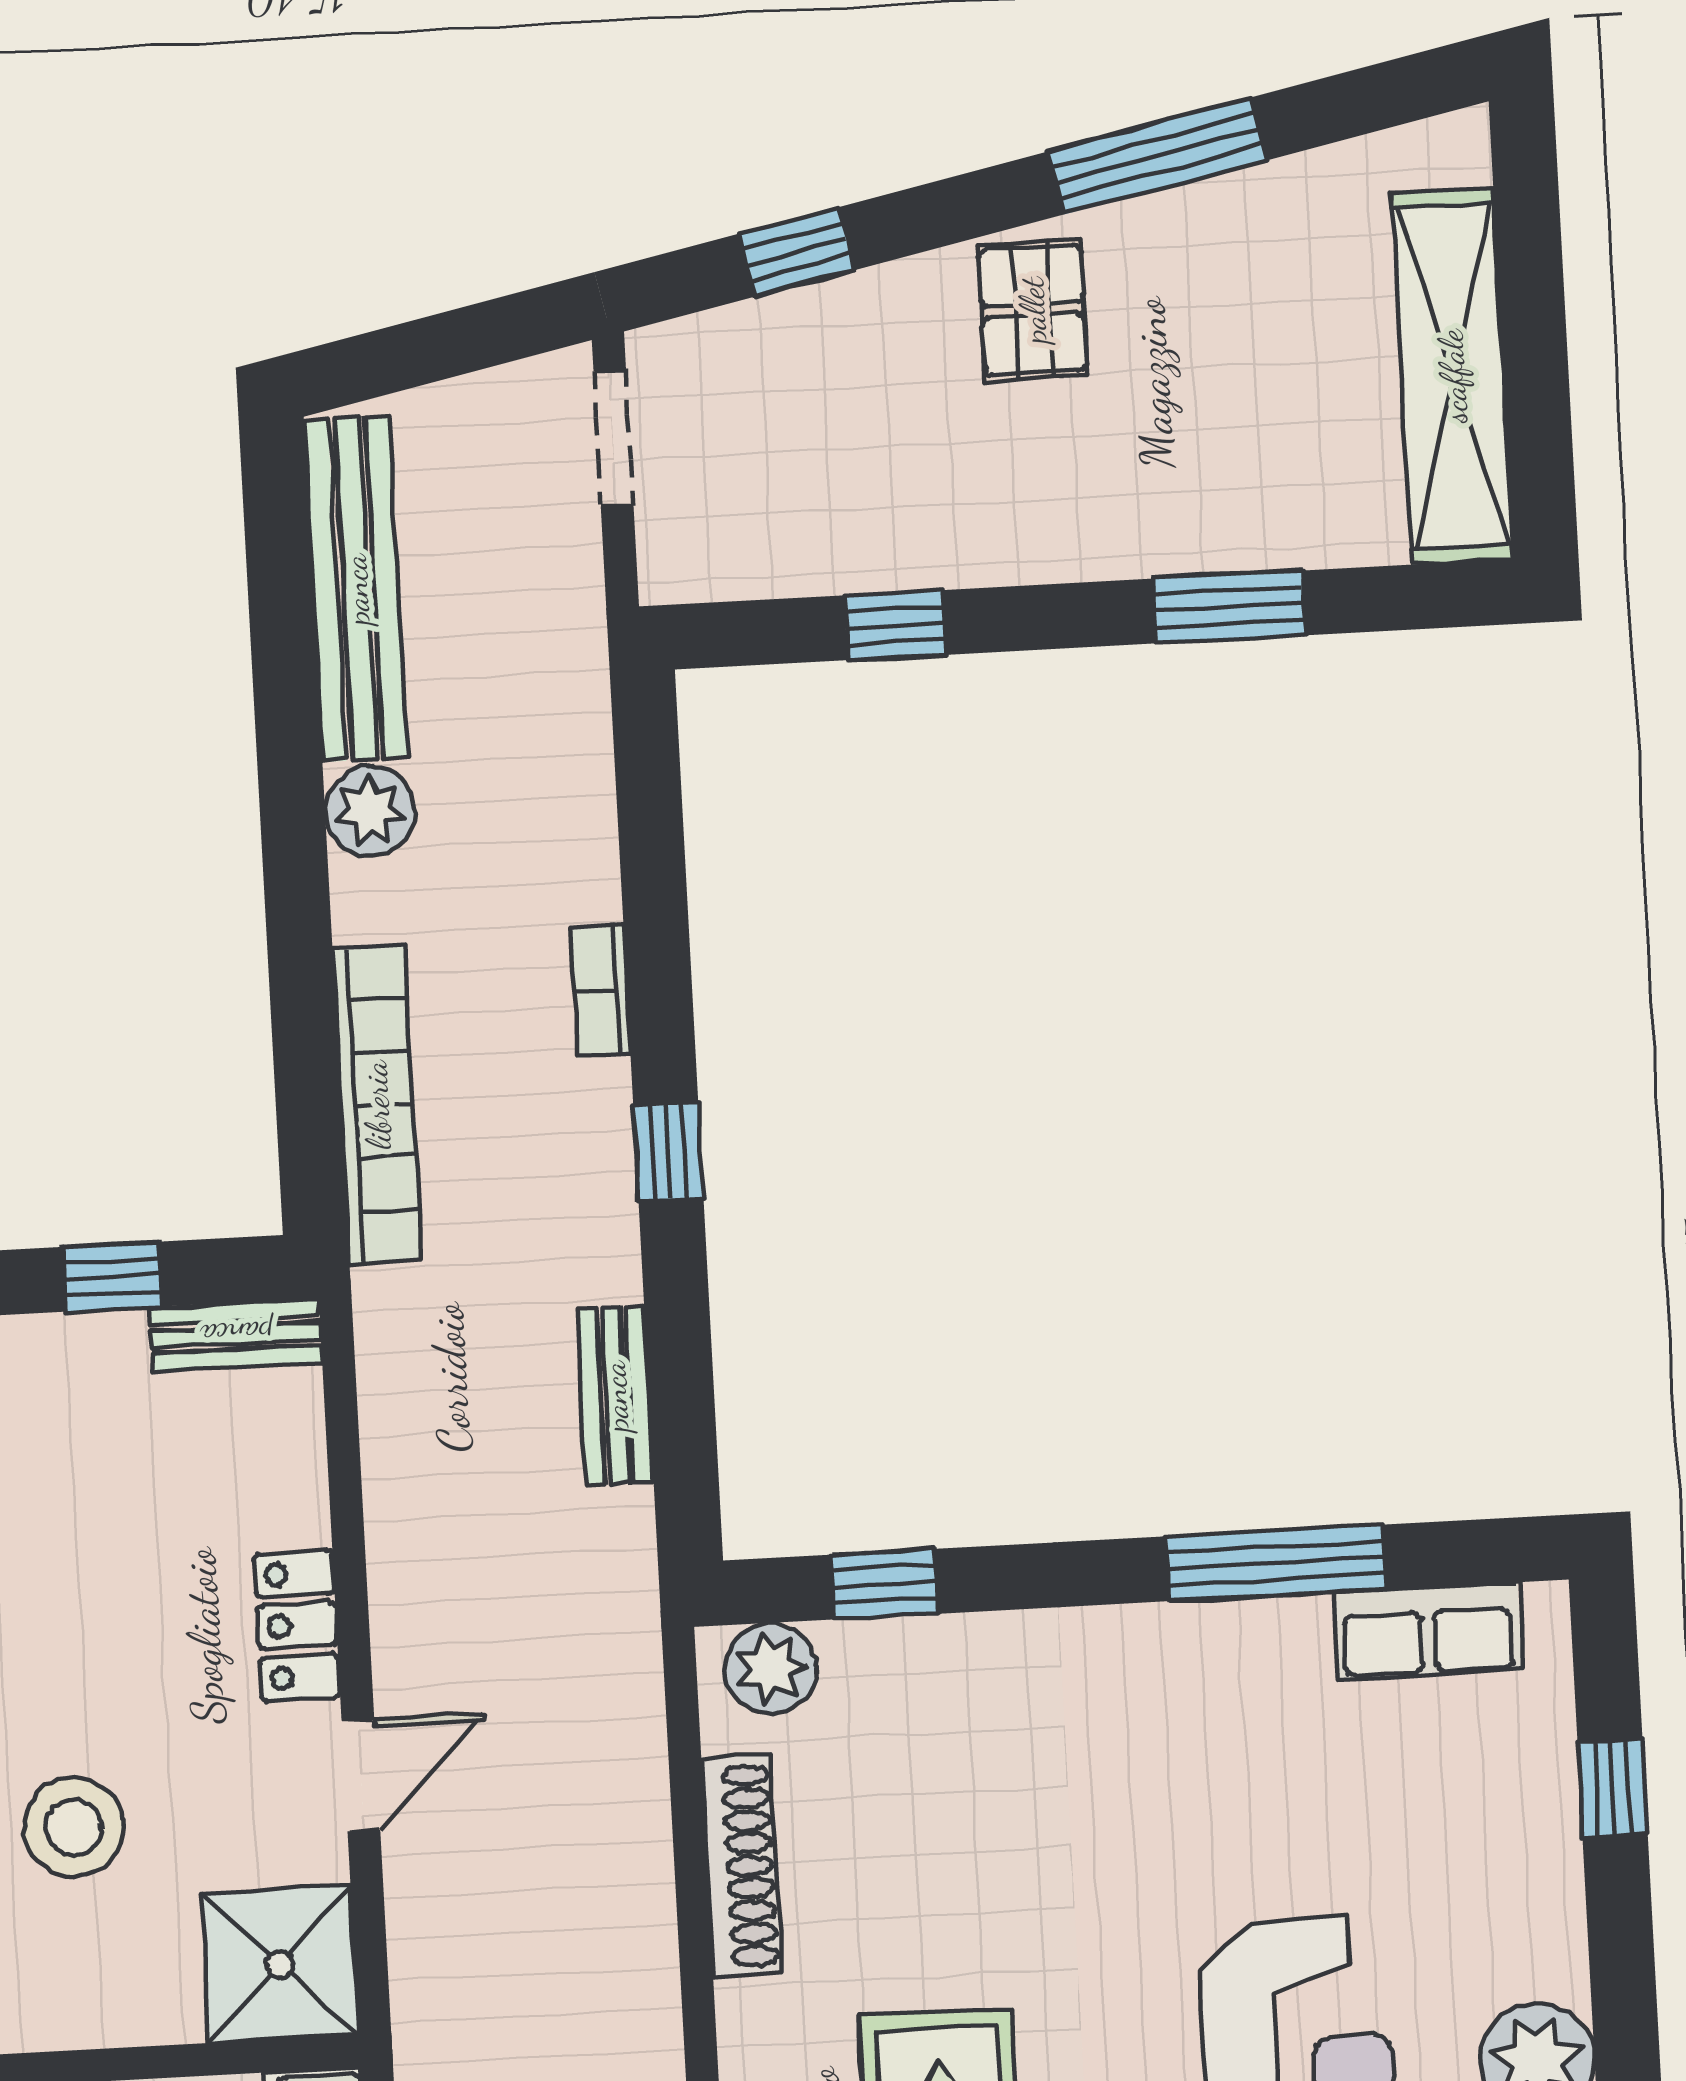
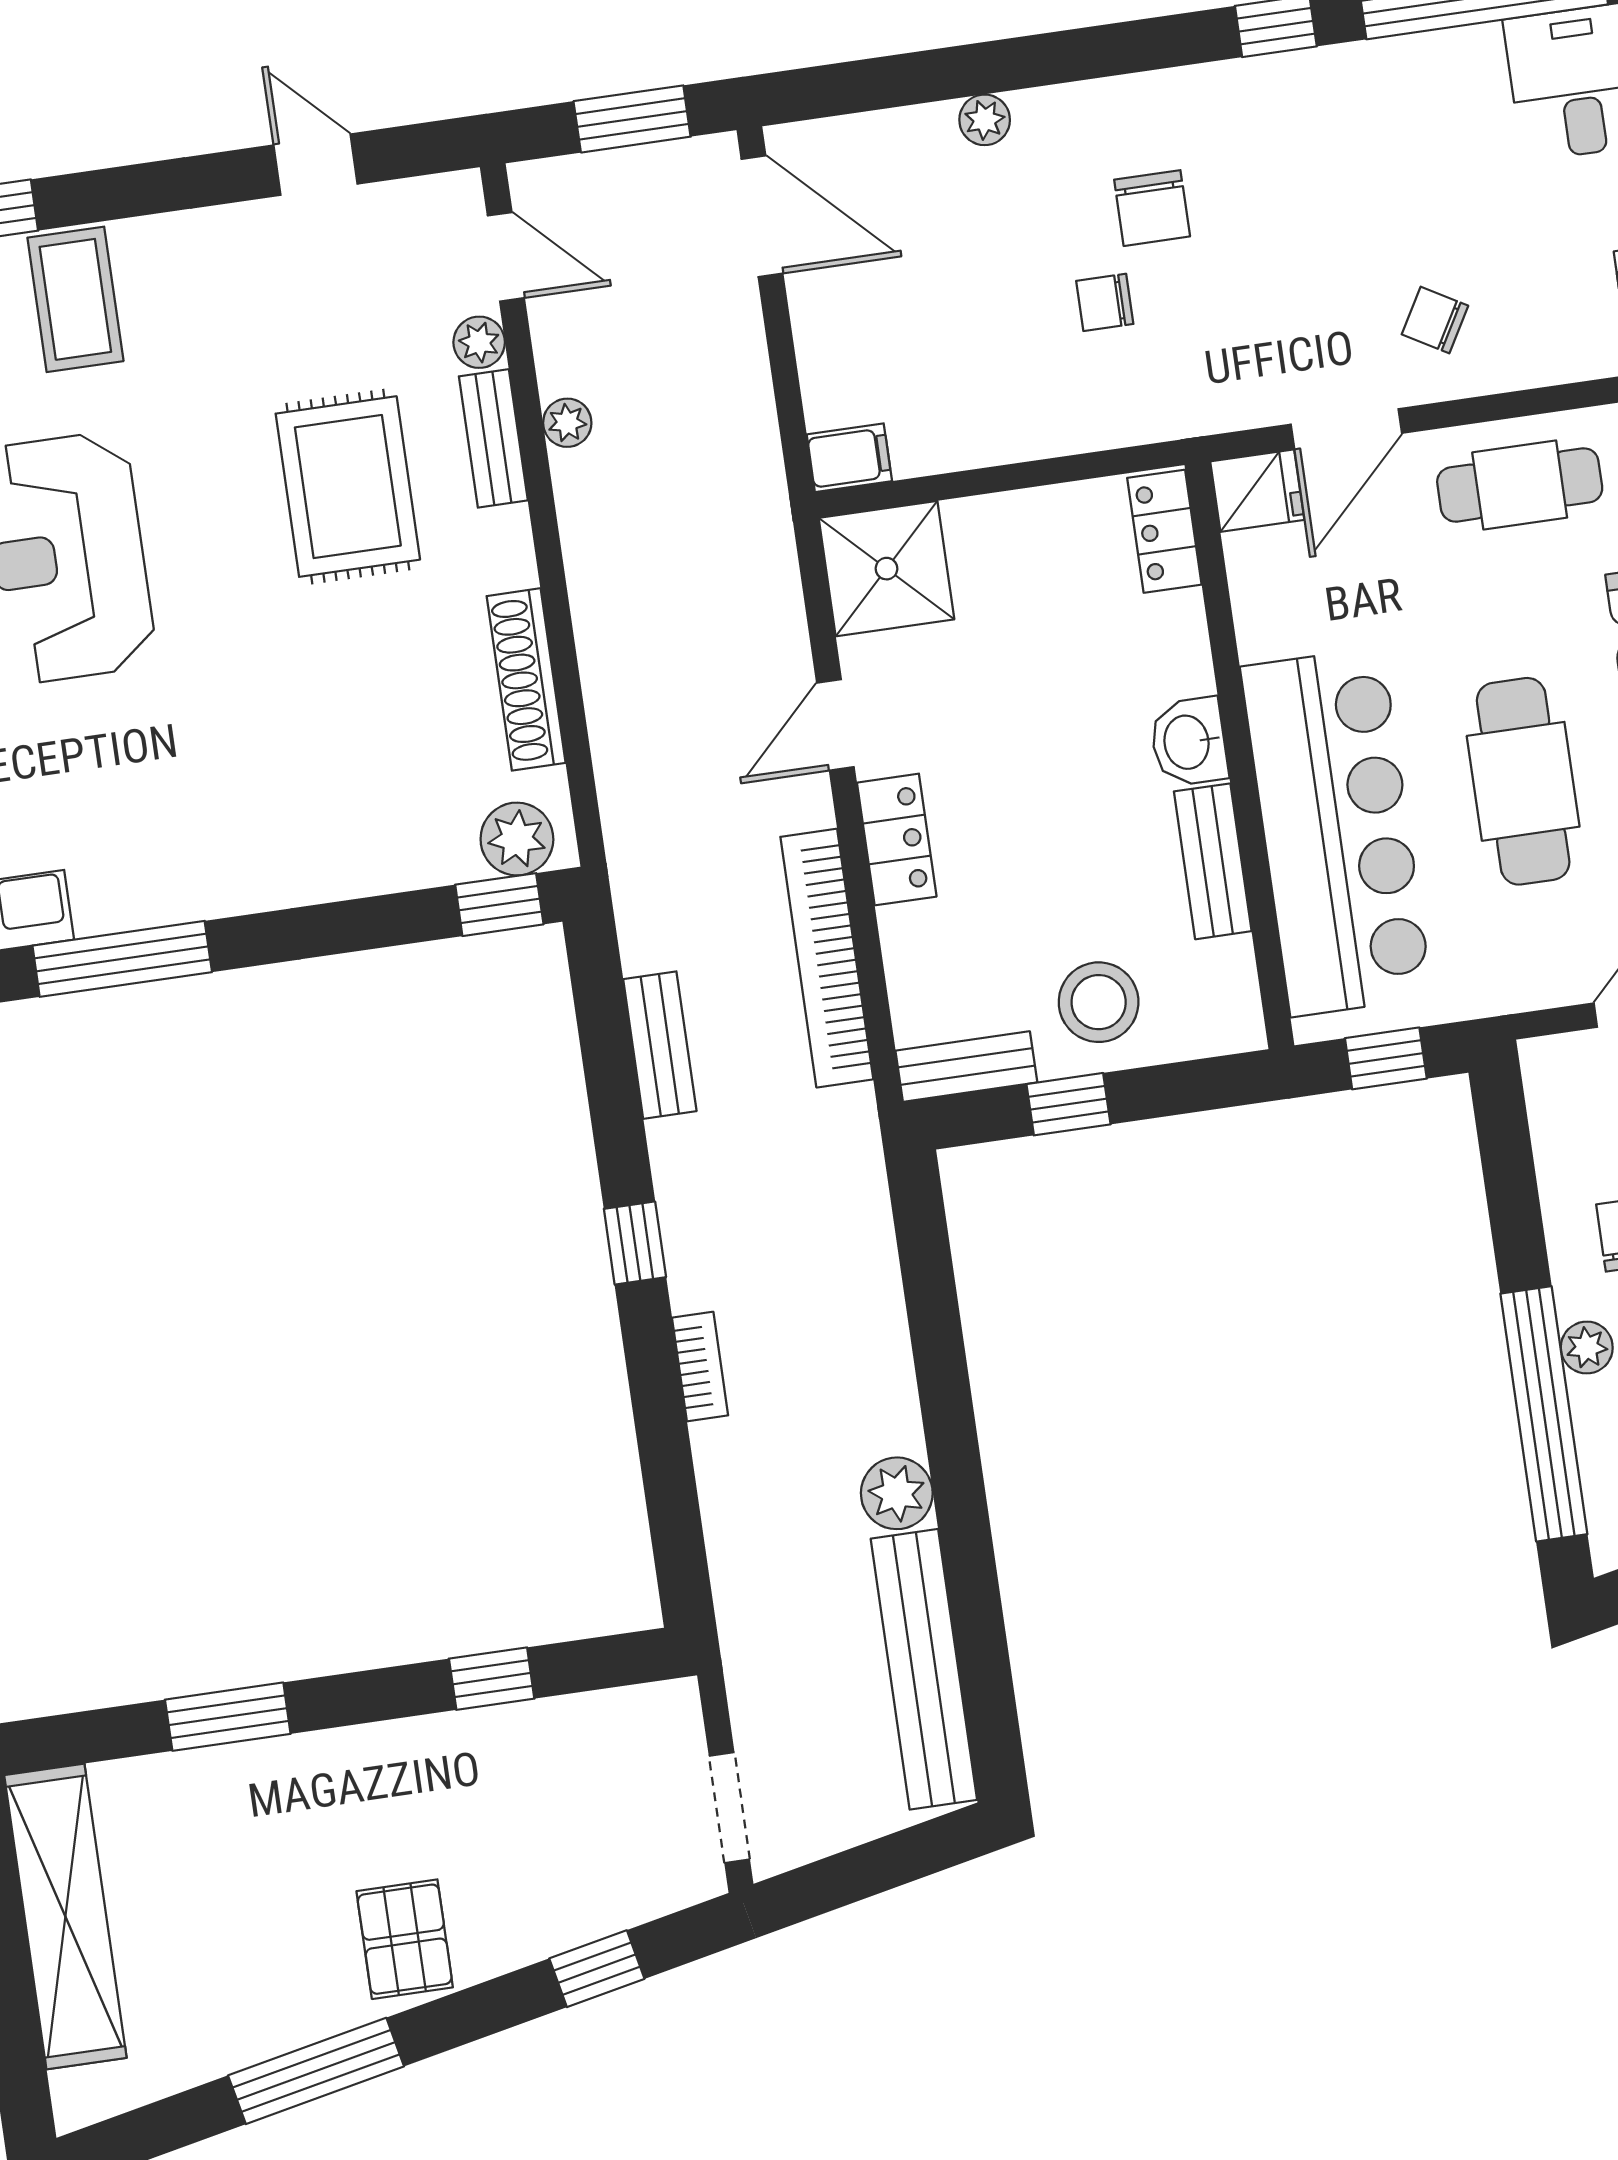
bookcase: (377, 1105) -> (827, 958), moved
window: (884, 1584) -> (499, 905), moved
stool: (74, 1827) -> (1099, 1002), moved

